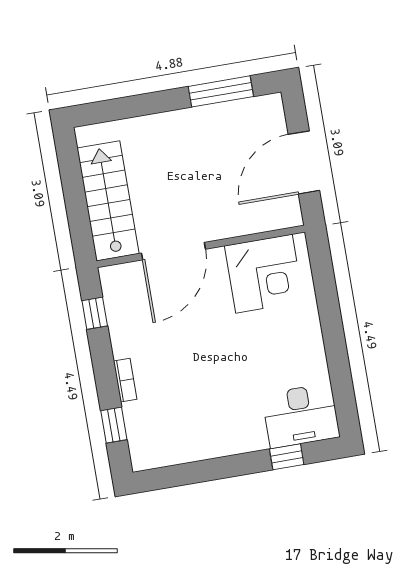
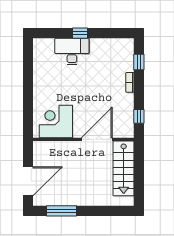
door: (304, 162) -> (28, 181), moved
desk: (301, 416) -> (72, 51), moved
window: (287, 457) -> (80, 33), moved

